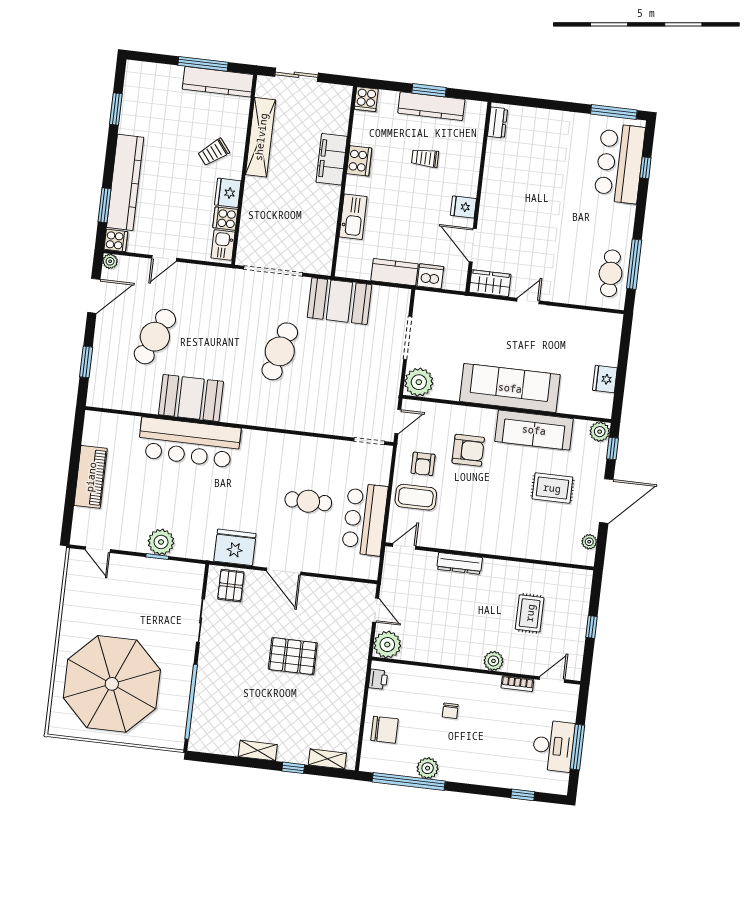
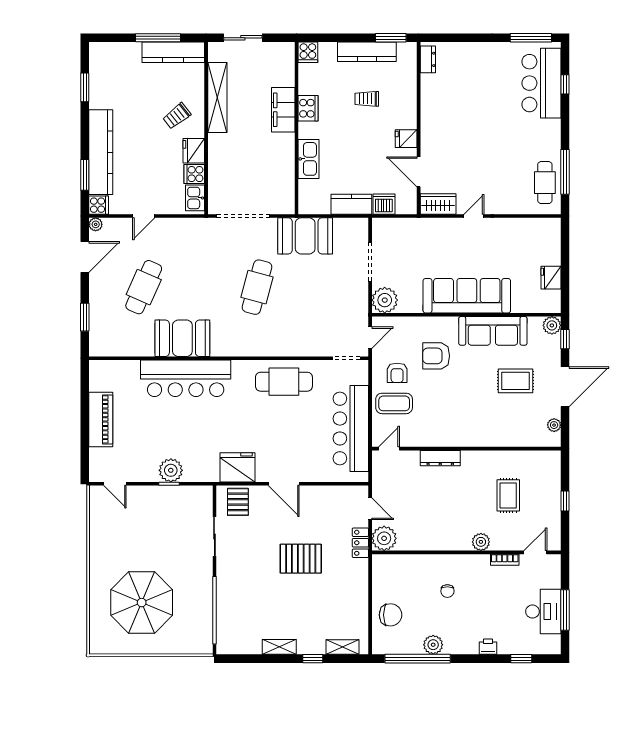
window: (429, 90) -> (391, 38), moved
armchair: (468, 450) -> (436, 356), turned 180
cafe table: (308, 501) -> (284, 382), moved, width x1.37, depth x1.35
bar counter: (365, 519) -> (351, 429), width x1.36
locker: (361, 646) -> (360, 543), added
printer: (378, 679) -> (488, 647), moved, turned -90
parasol: (112, 684) -> (142, 603), width x0.73, depth x0.73

